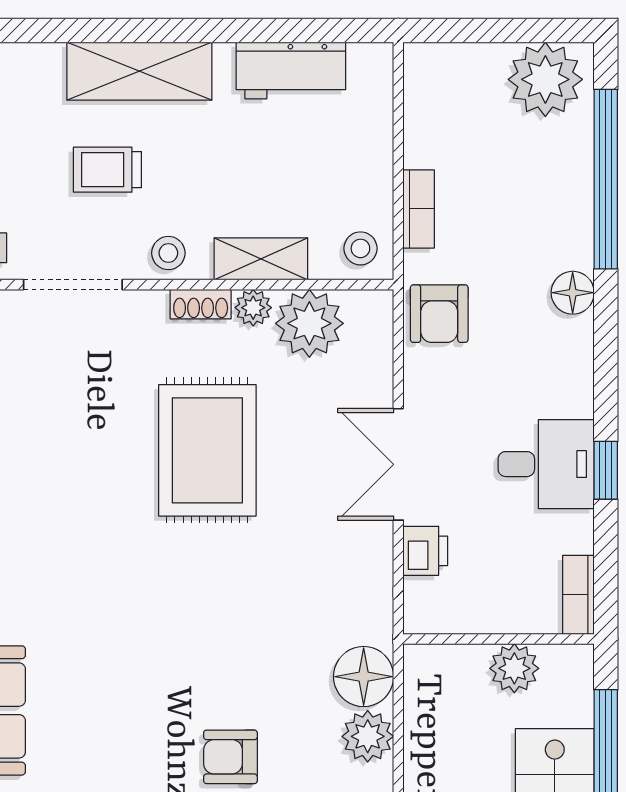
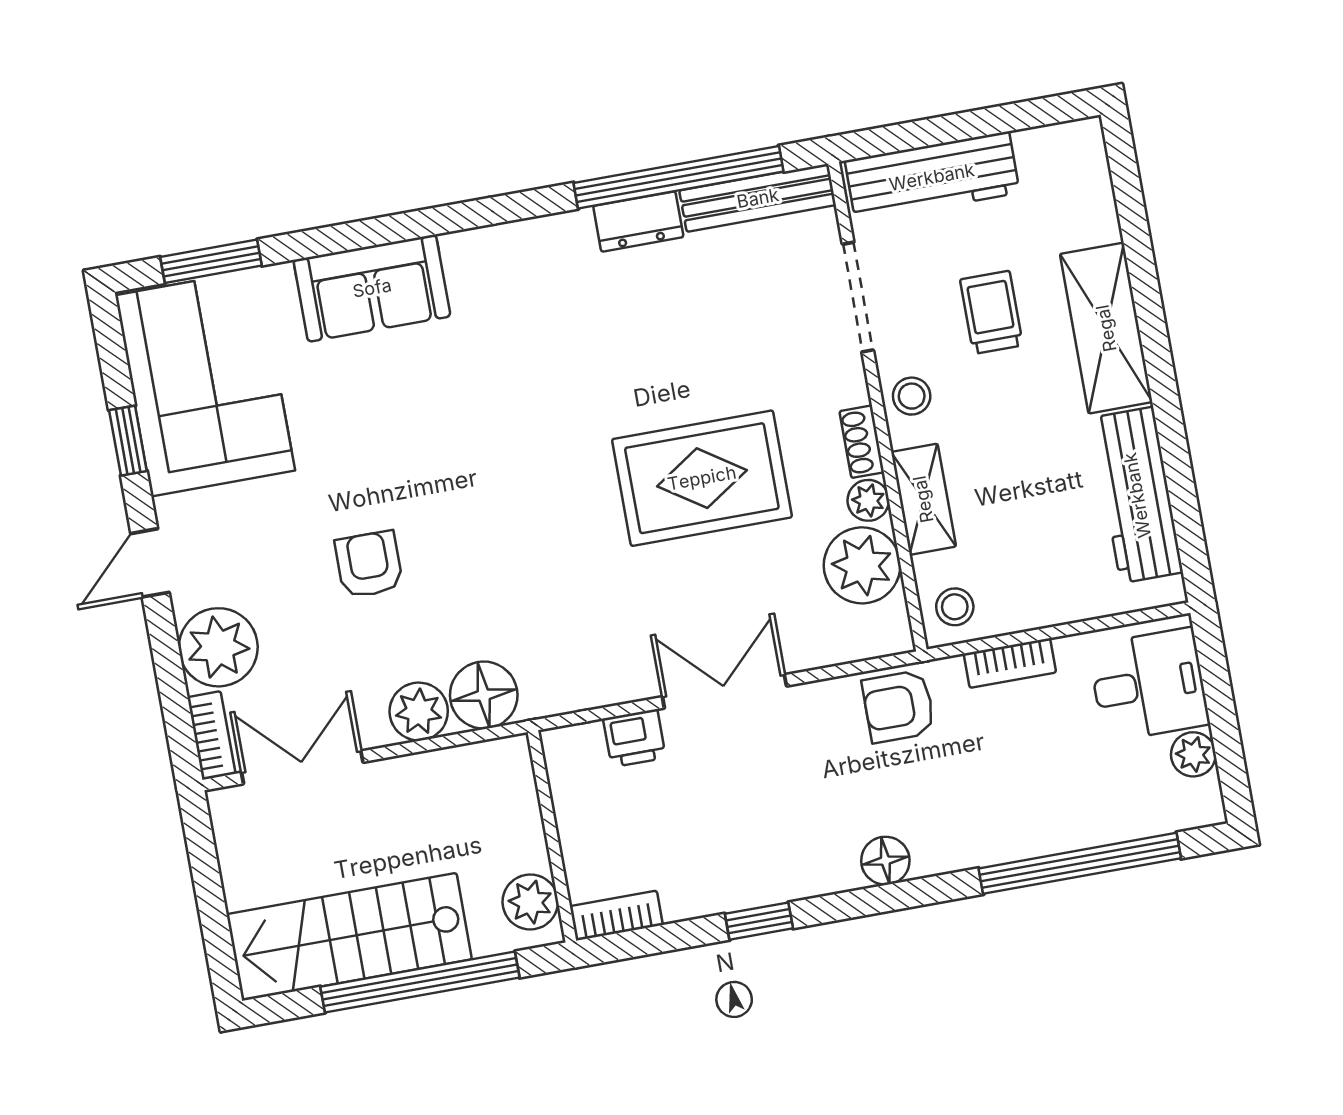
workbench: (291, 70) -> (1137, 495), width x1.38
plant: (545, 79) -> (1193, 754), width x0.53, depth x0.53
floor lamp: (573, 293) -> (885, 861), moved
desk: (546, 464) -> (1149, 685), moved, turned -90
plant: (514, 668) -> (530, 902), moved

